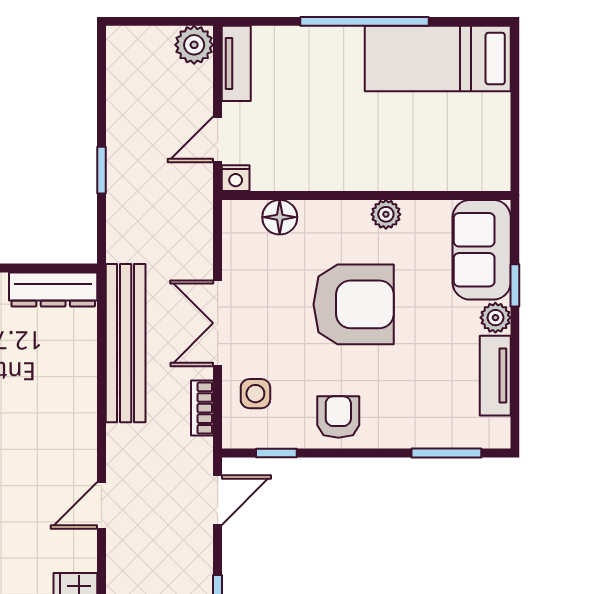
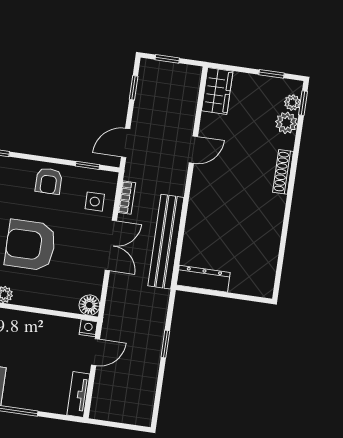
plant: (194, 45) -> (101, 409), removed
floor lamp: (280, 217) -> (89, 305), moved

